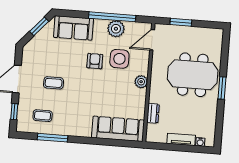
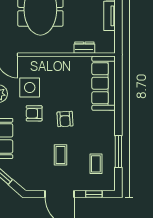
plant: (141, 82) -> (52, 63), removed
armchair: (87, 90) -> (65, 119), added

